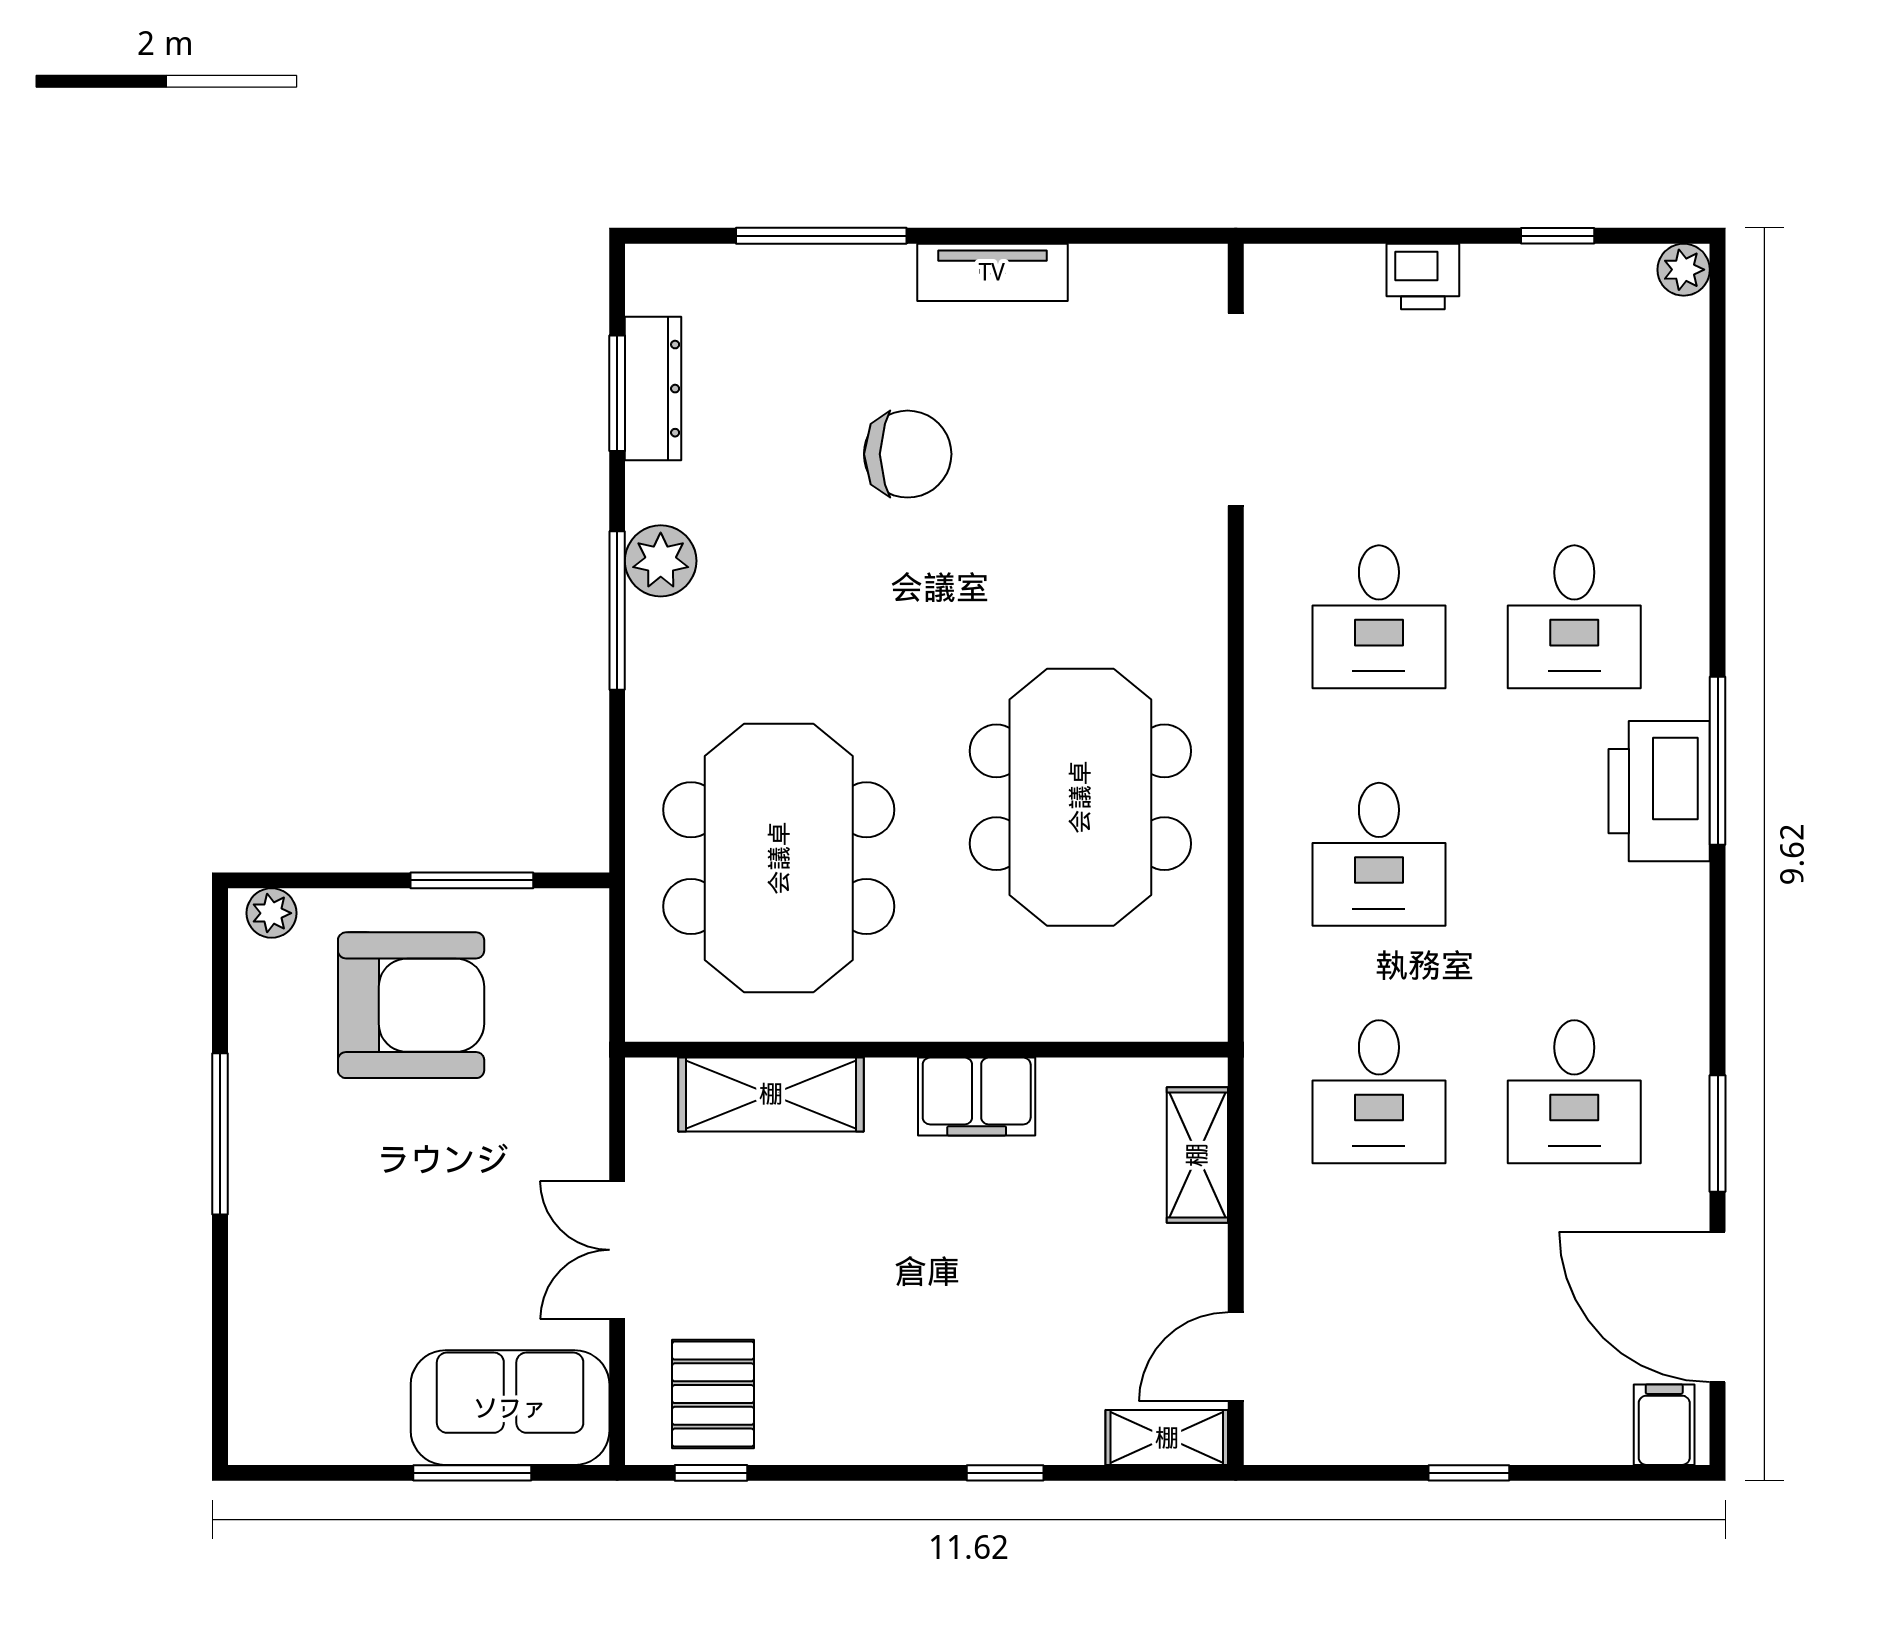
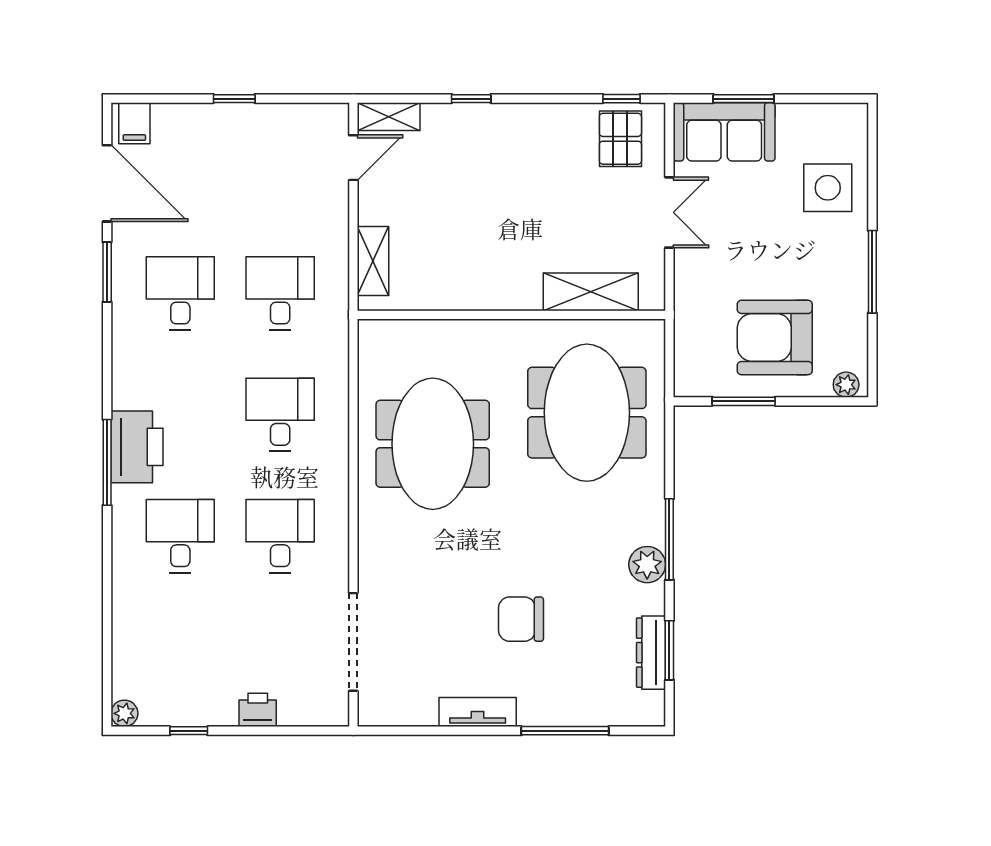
filing cabinet: (977, 1096) -> (486, 291), removed
side table: (307, 1298) -> (828, 188), added

